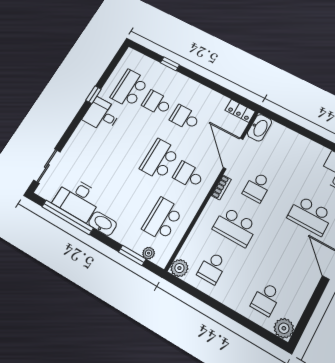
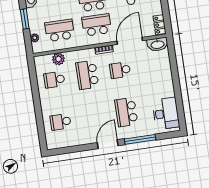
school desk: (189, 175) -> (97, 25), width x1.85
window: (132, 255) -> (25, 19), moved
plant: (179, 268) -> (58, 59), moved
plant: (284, 328) -> (53, 143), removed

